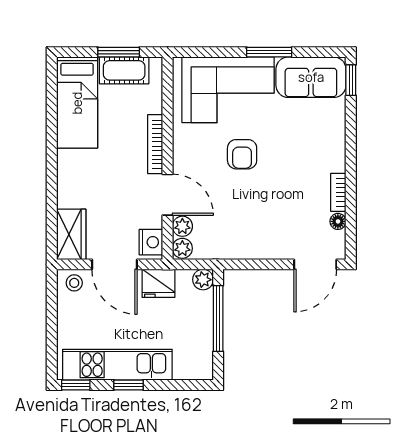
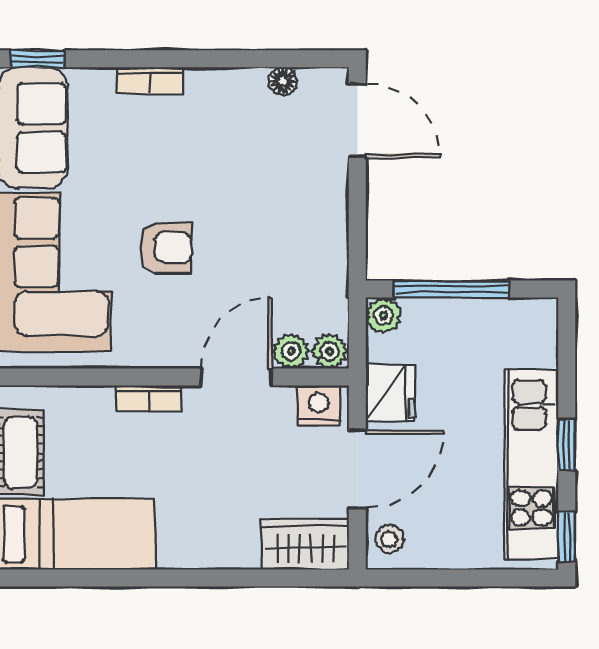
bookcase: (155, 144) -> (149, 398), width x0.64
bookcase: (338, 192) -> (150, 80), moved

